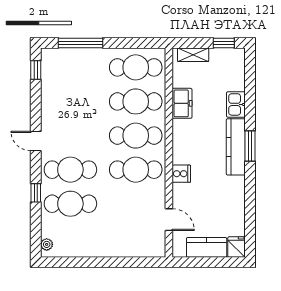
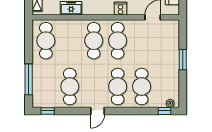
cafe table: (136, 101) -> (70, 87), moved
window: (36, 193) -> (164, 111), moved
window: (109, 262) -> (183, 60), added

